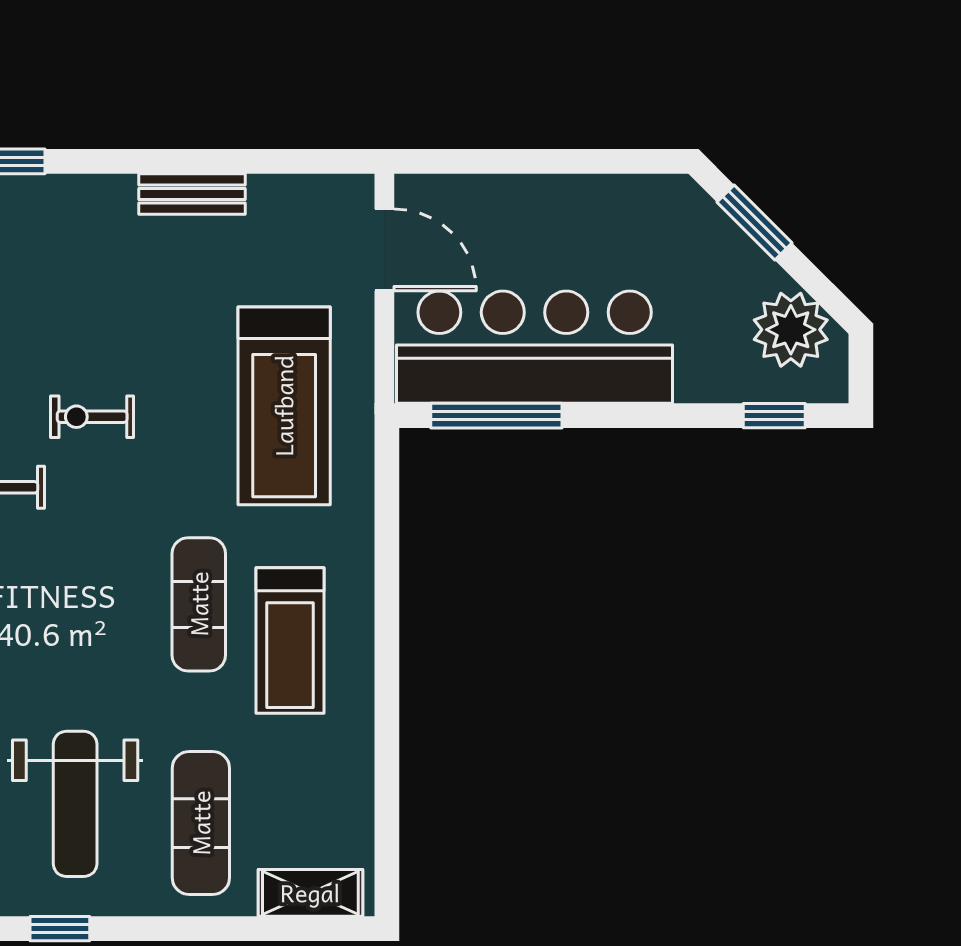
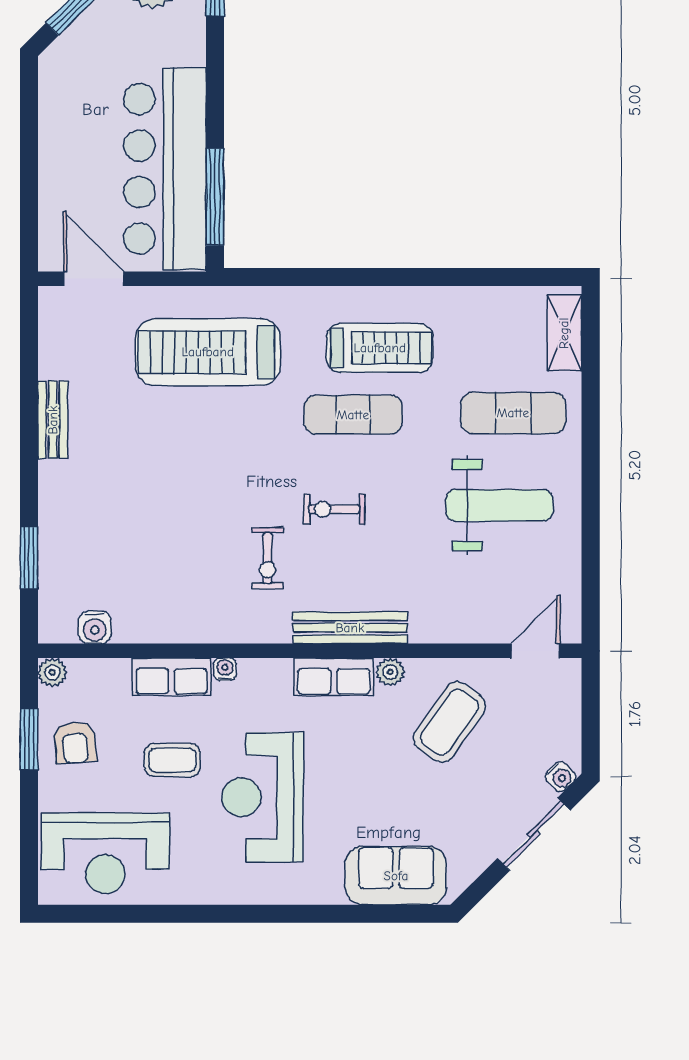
door: (384, 250) -> (94, 279), hinge flipped
treadmill: (284, 406) -> (208, 352), turned 180
exercise bike: (92, 417) -> (334, 509), moved, turned 90
window: (60, 929) -> (591, 516), removed

